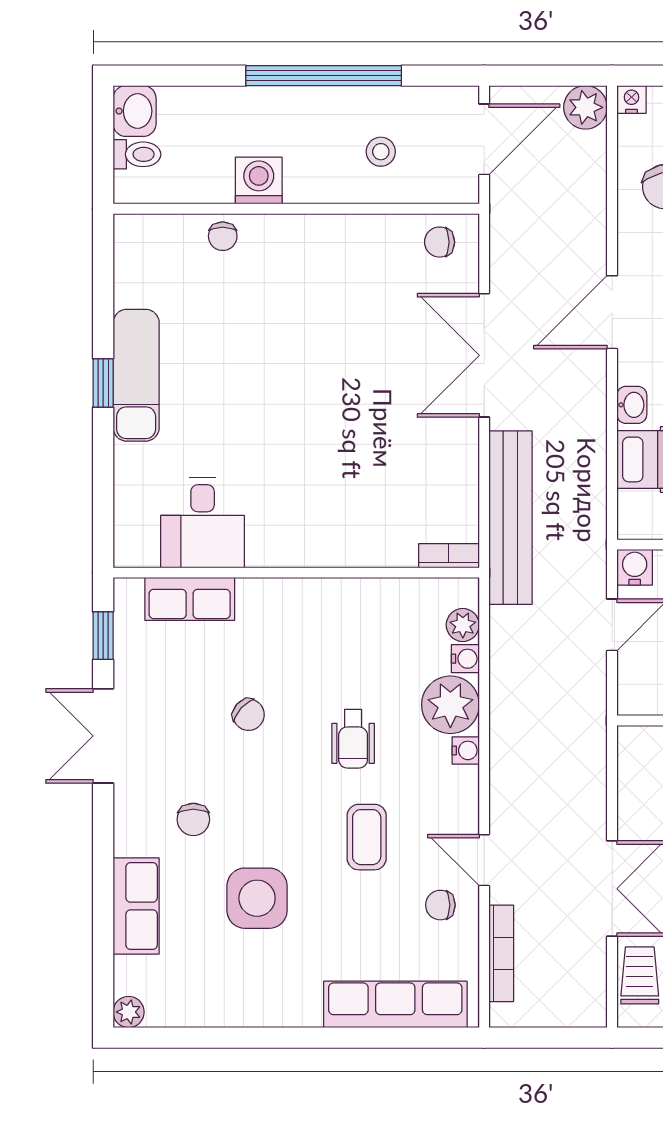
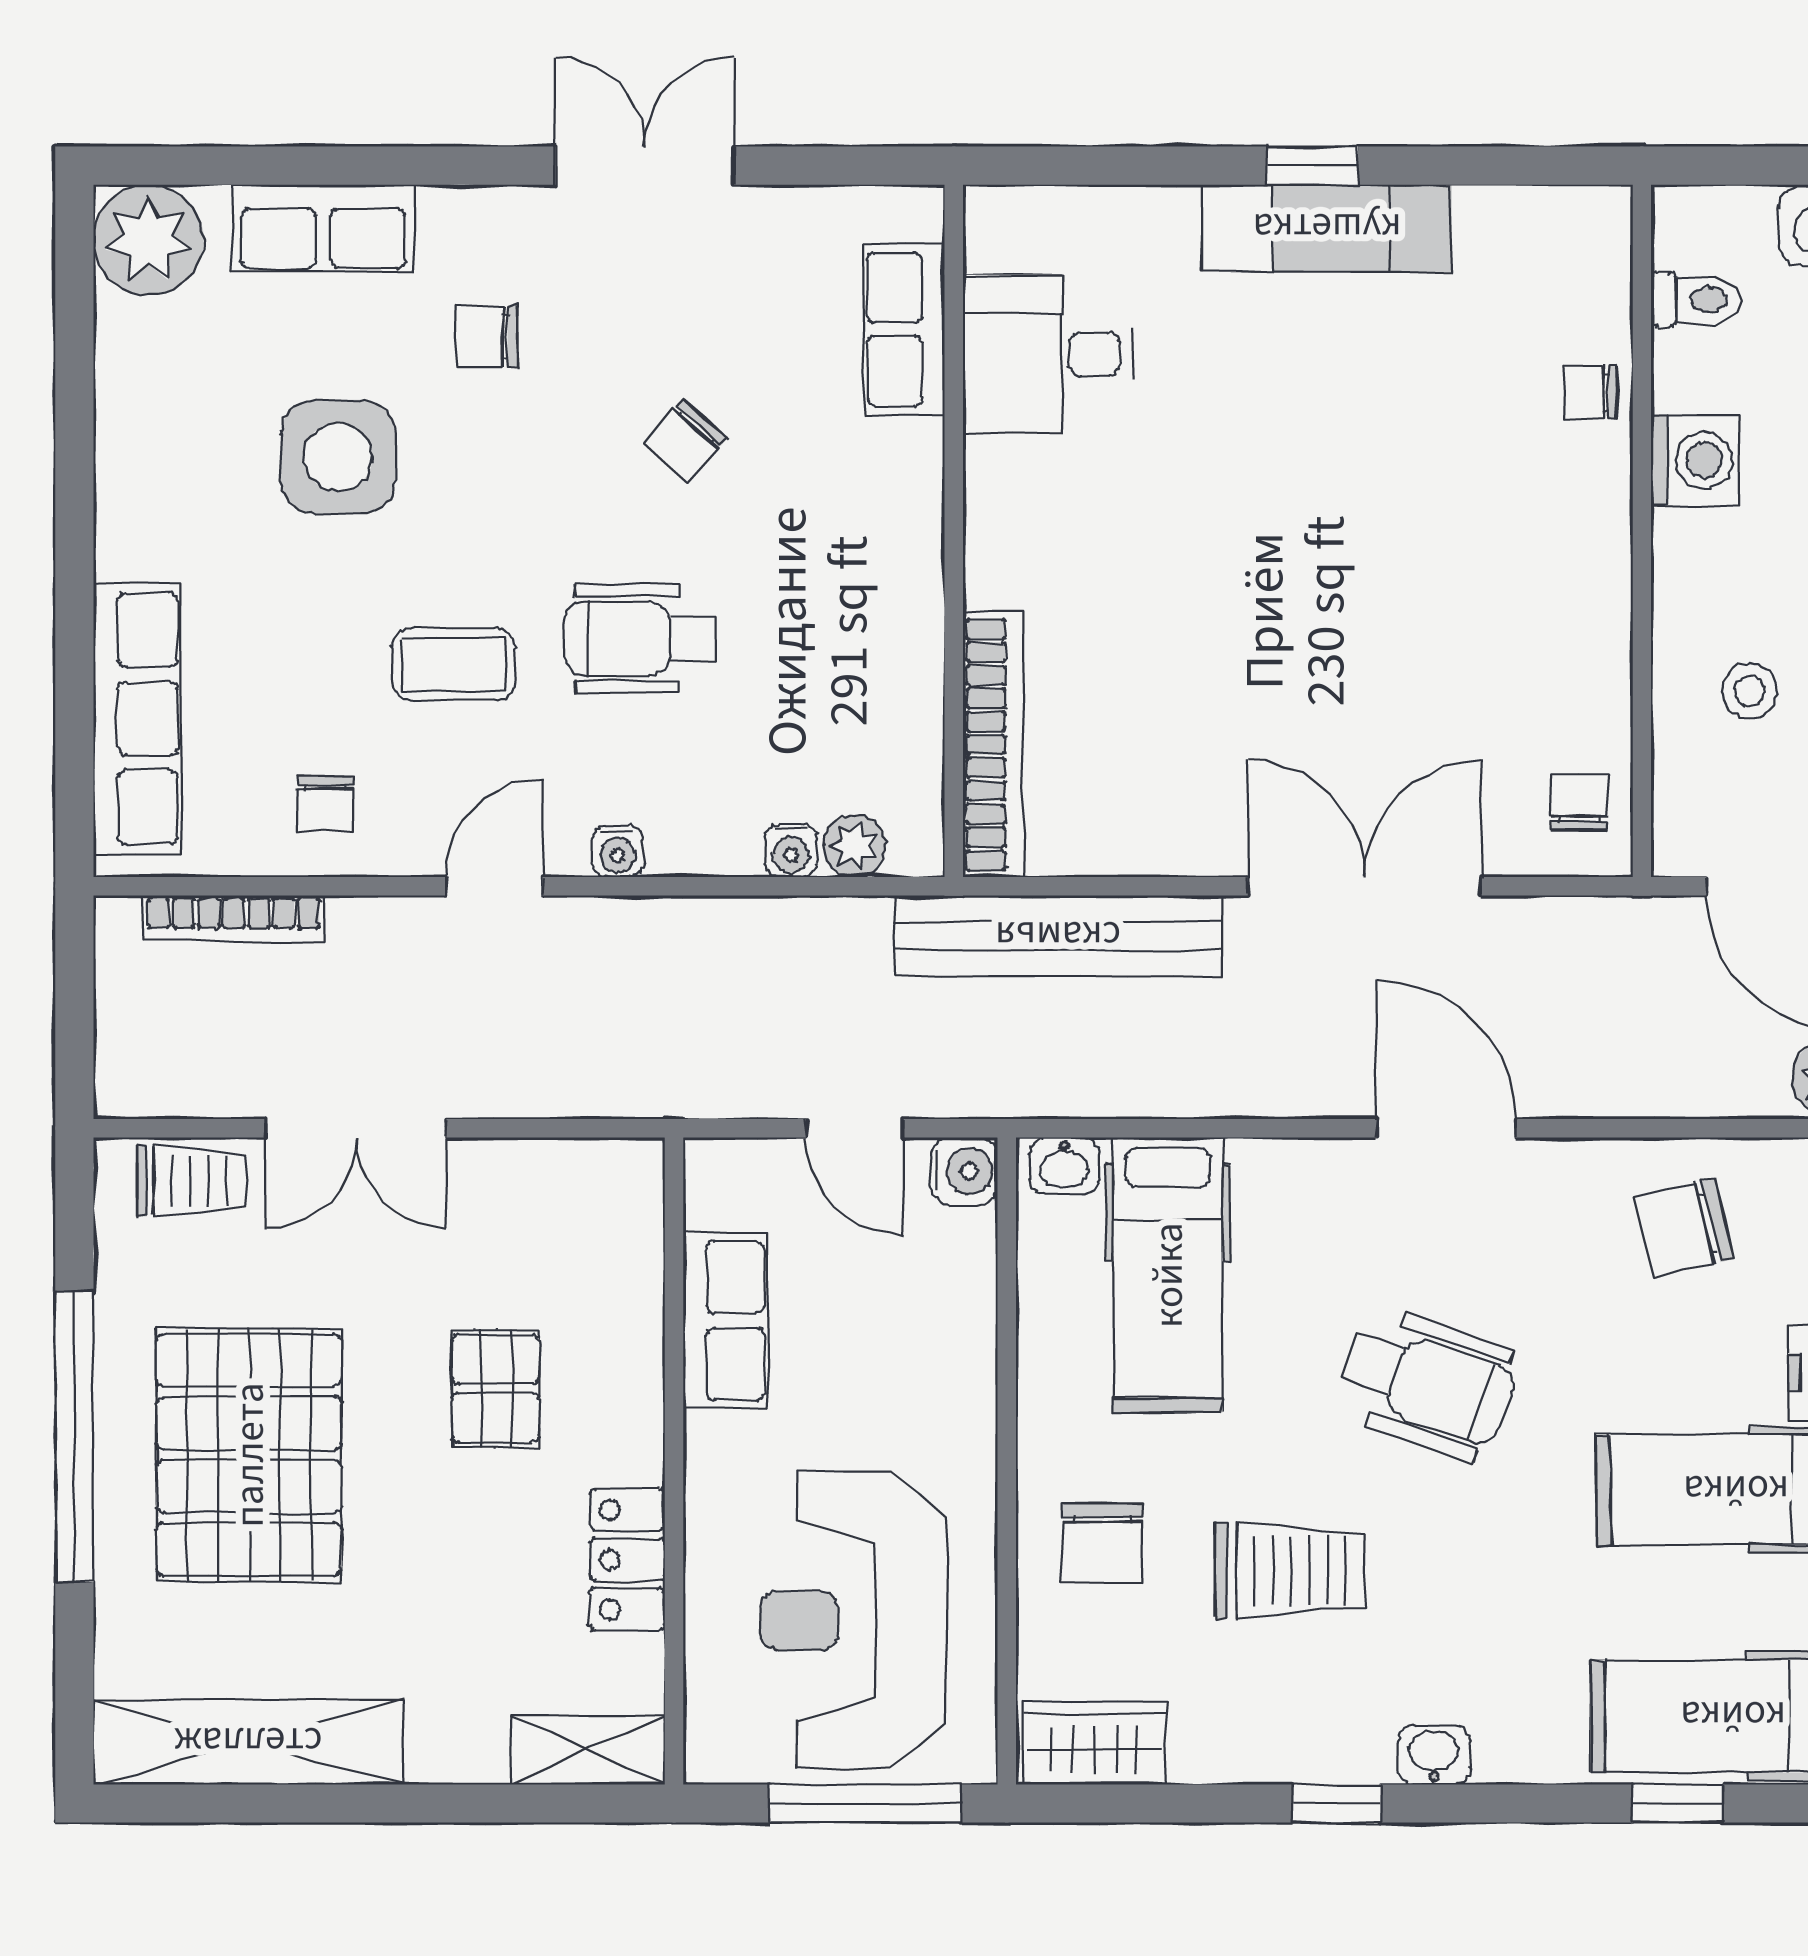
toilet: (137, 154) -> (1696, 300), moved, turned -90
washbasin: (632, 405) -> (1065, 1166), moved
bookcase: (449, 556) -> (993, 745), width x2.31, depth x1.31
window: (103, 636) -> (835, 166), removed
plant: (450, 705) -> (704, 823), removed
wheelchair: (353, 739) -> (640, 638), width x1.36, depth x1.37
door: (484, 860) -> (494, 886), moved
chair: (440, 905) -> (325, 804), turned 180
plant: (129, 1012) -> (149, 240), width x1.88, depth x1.88

